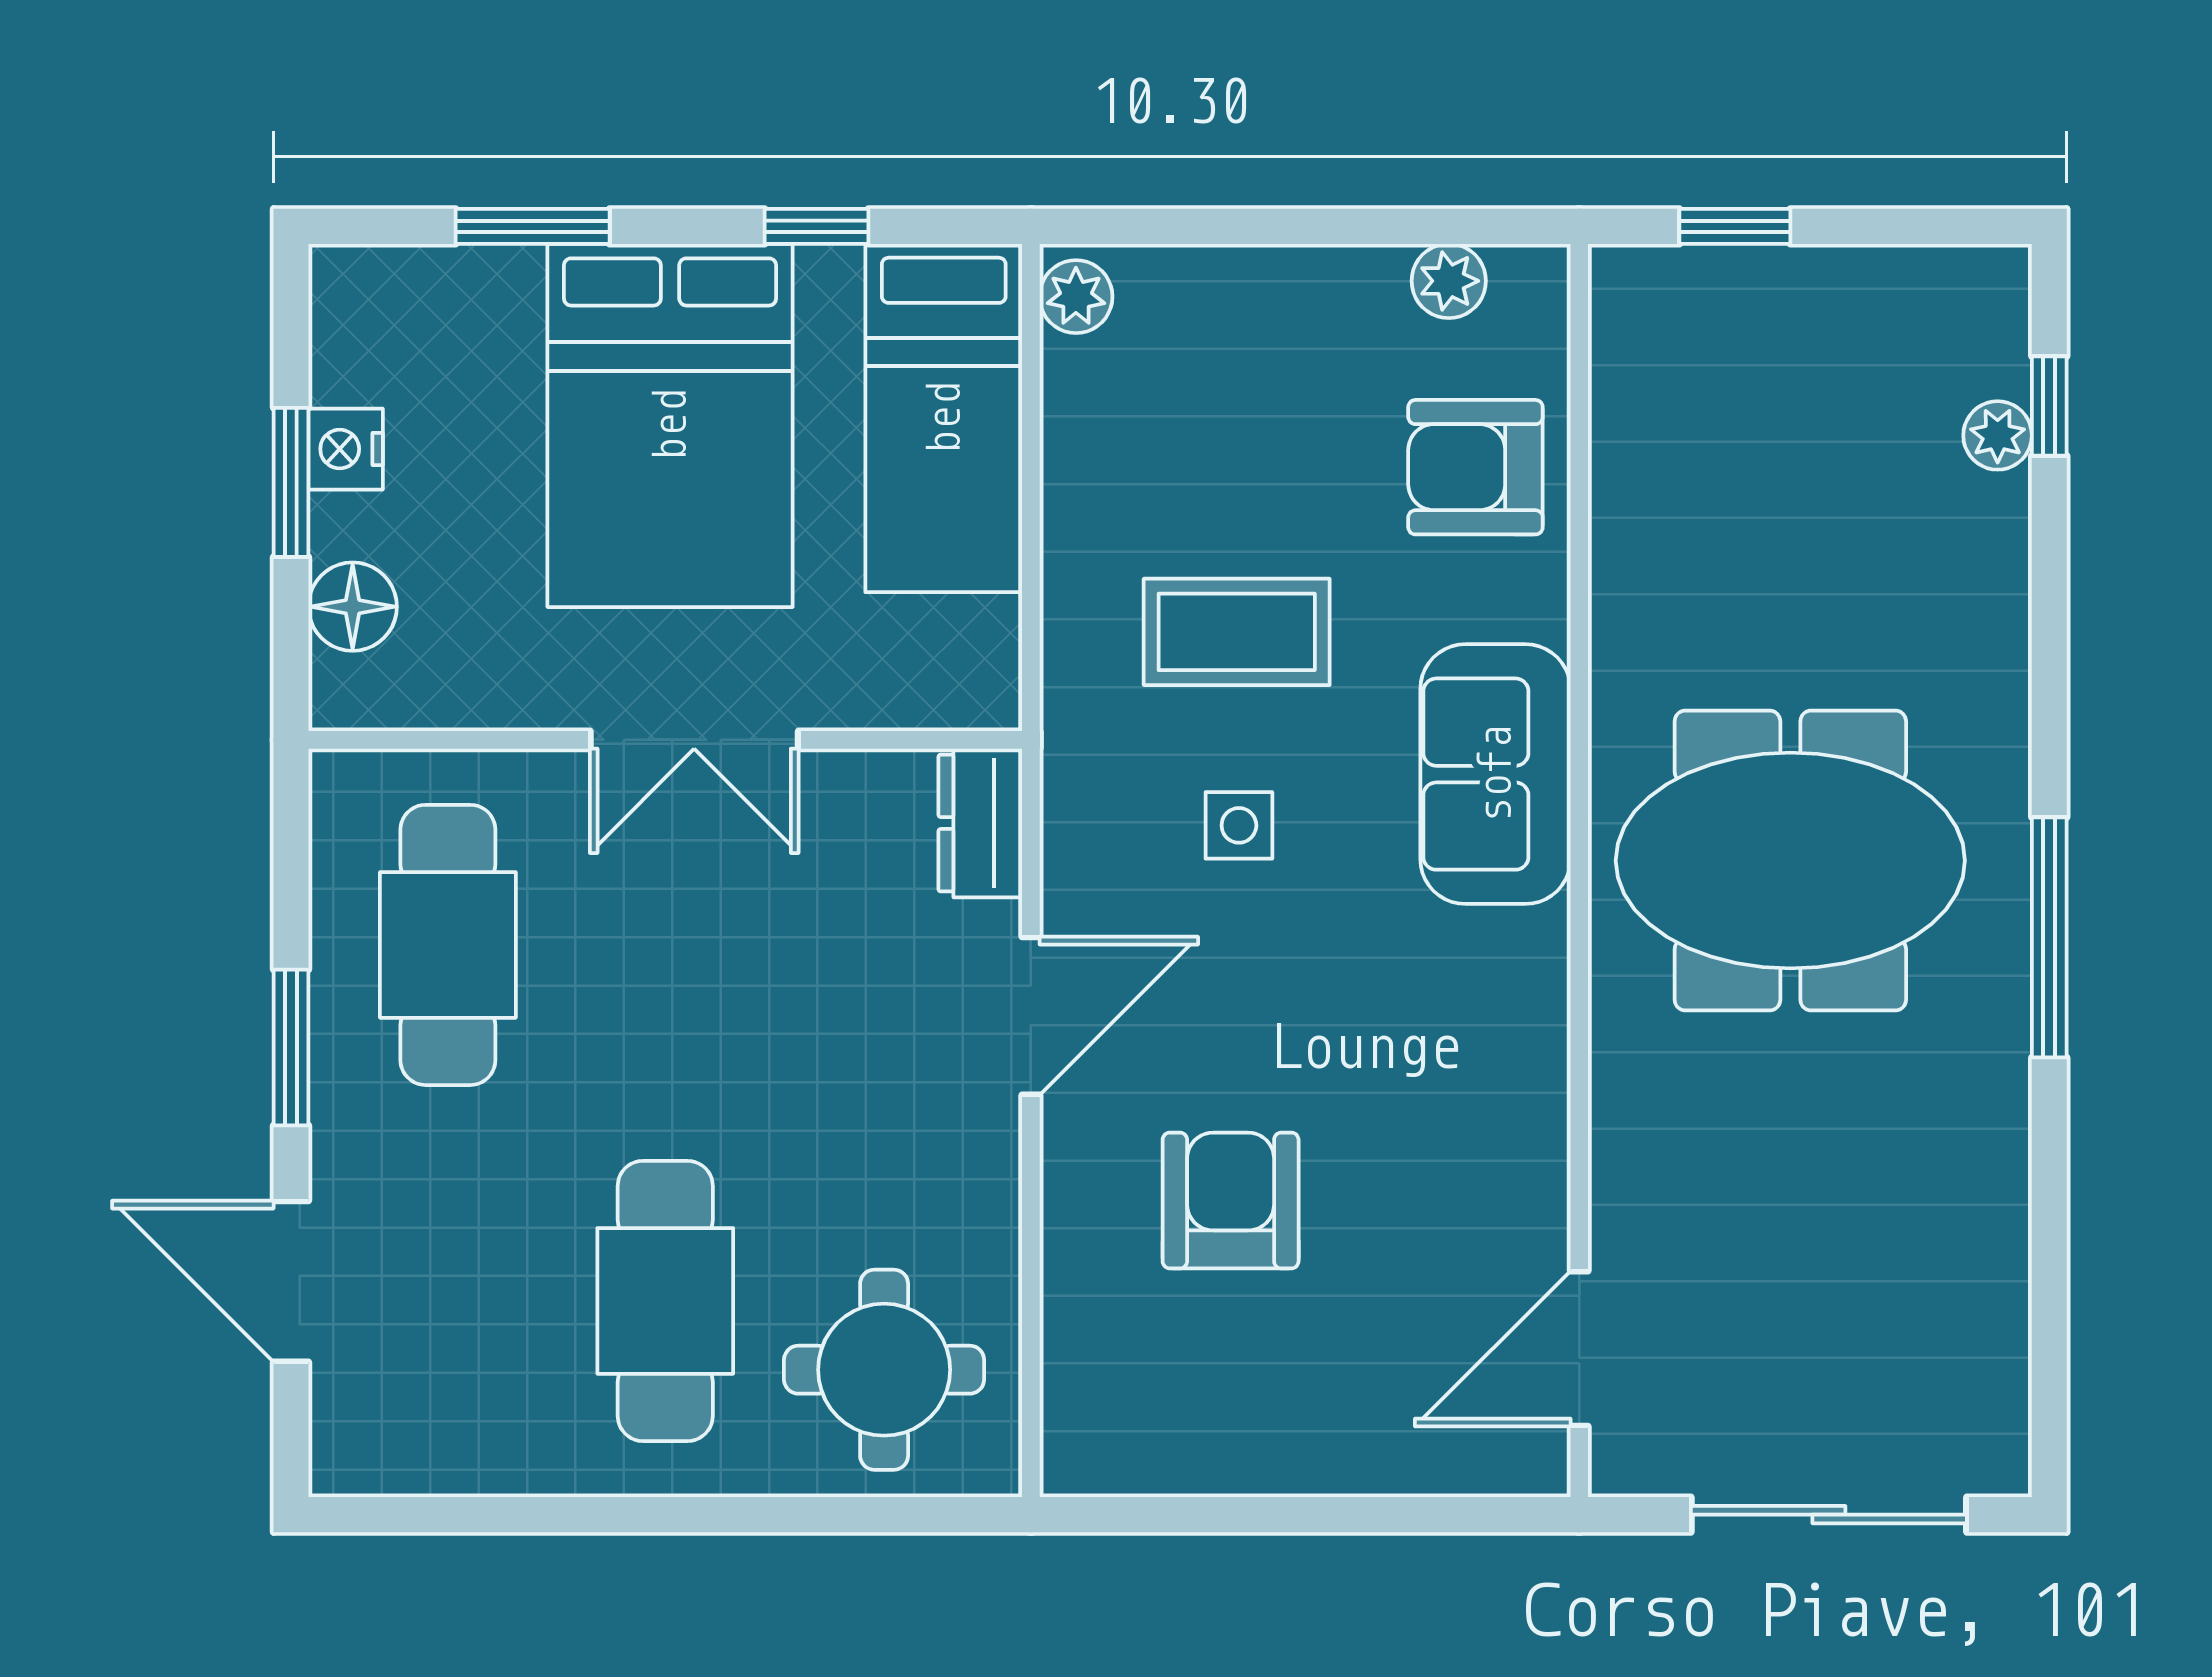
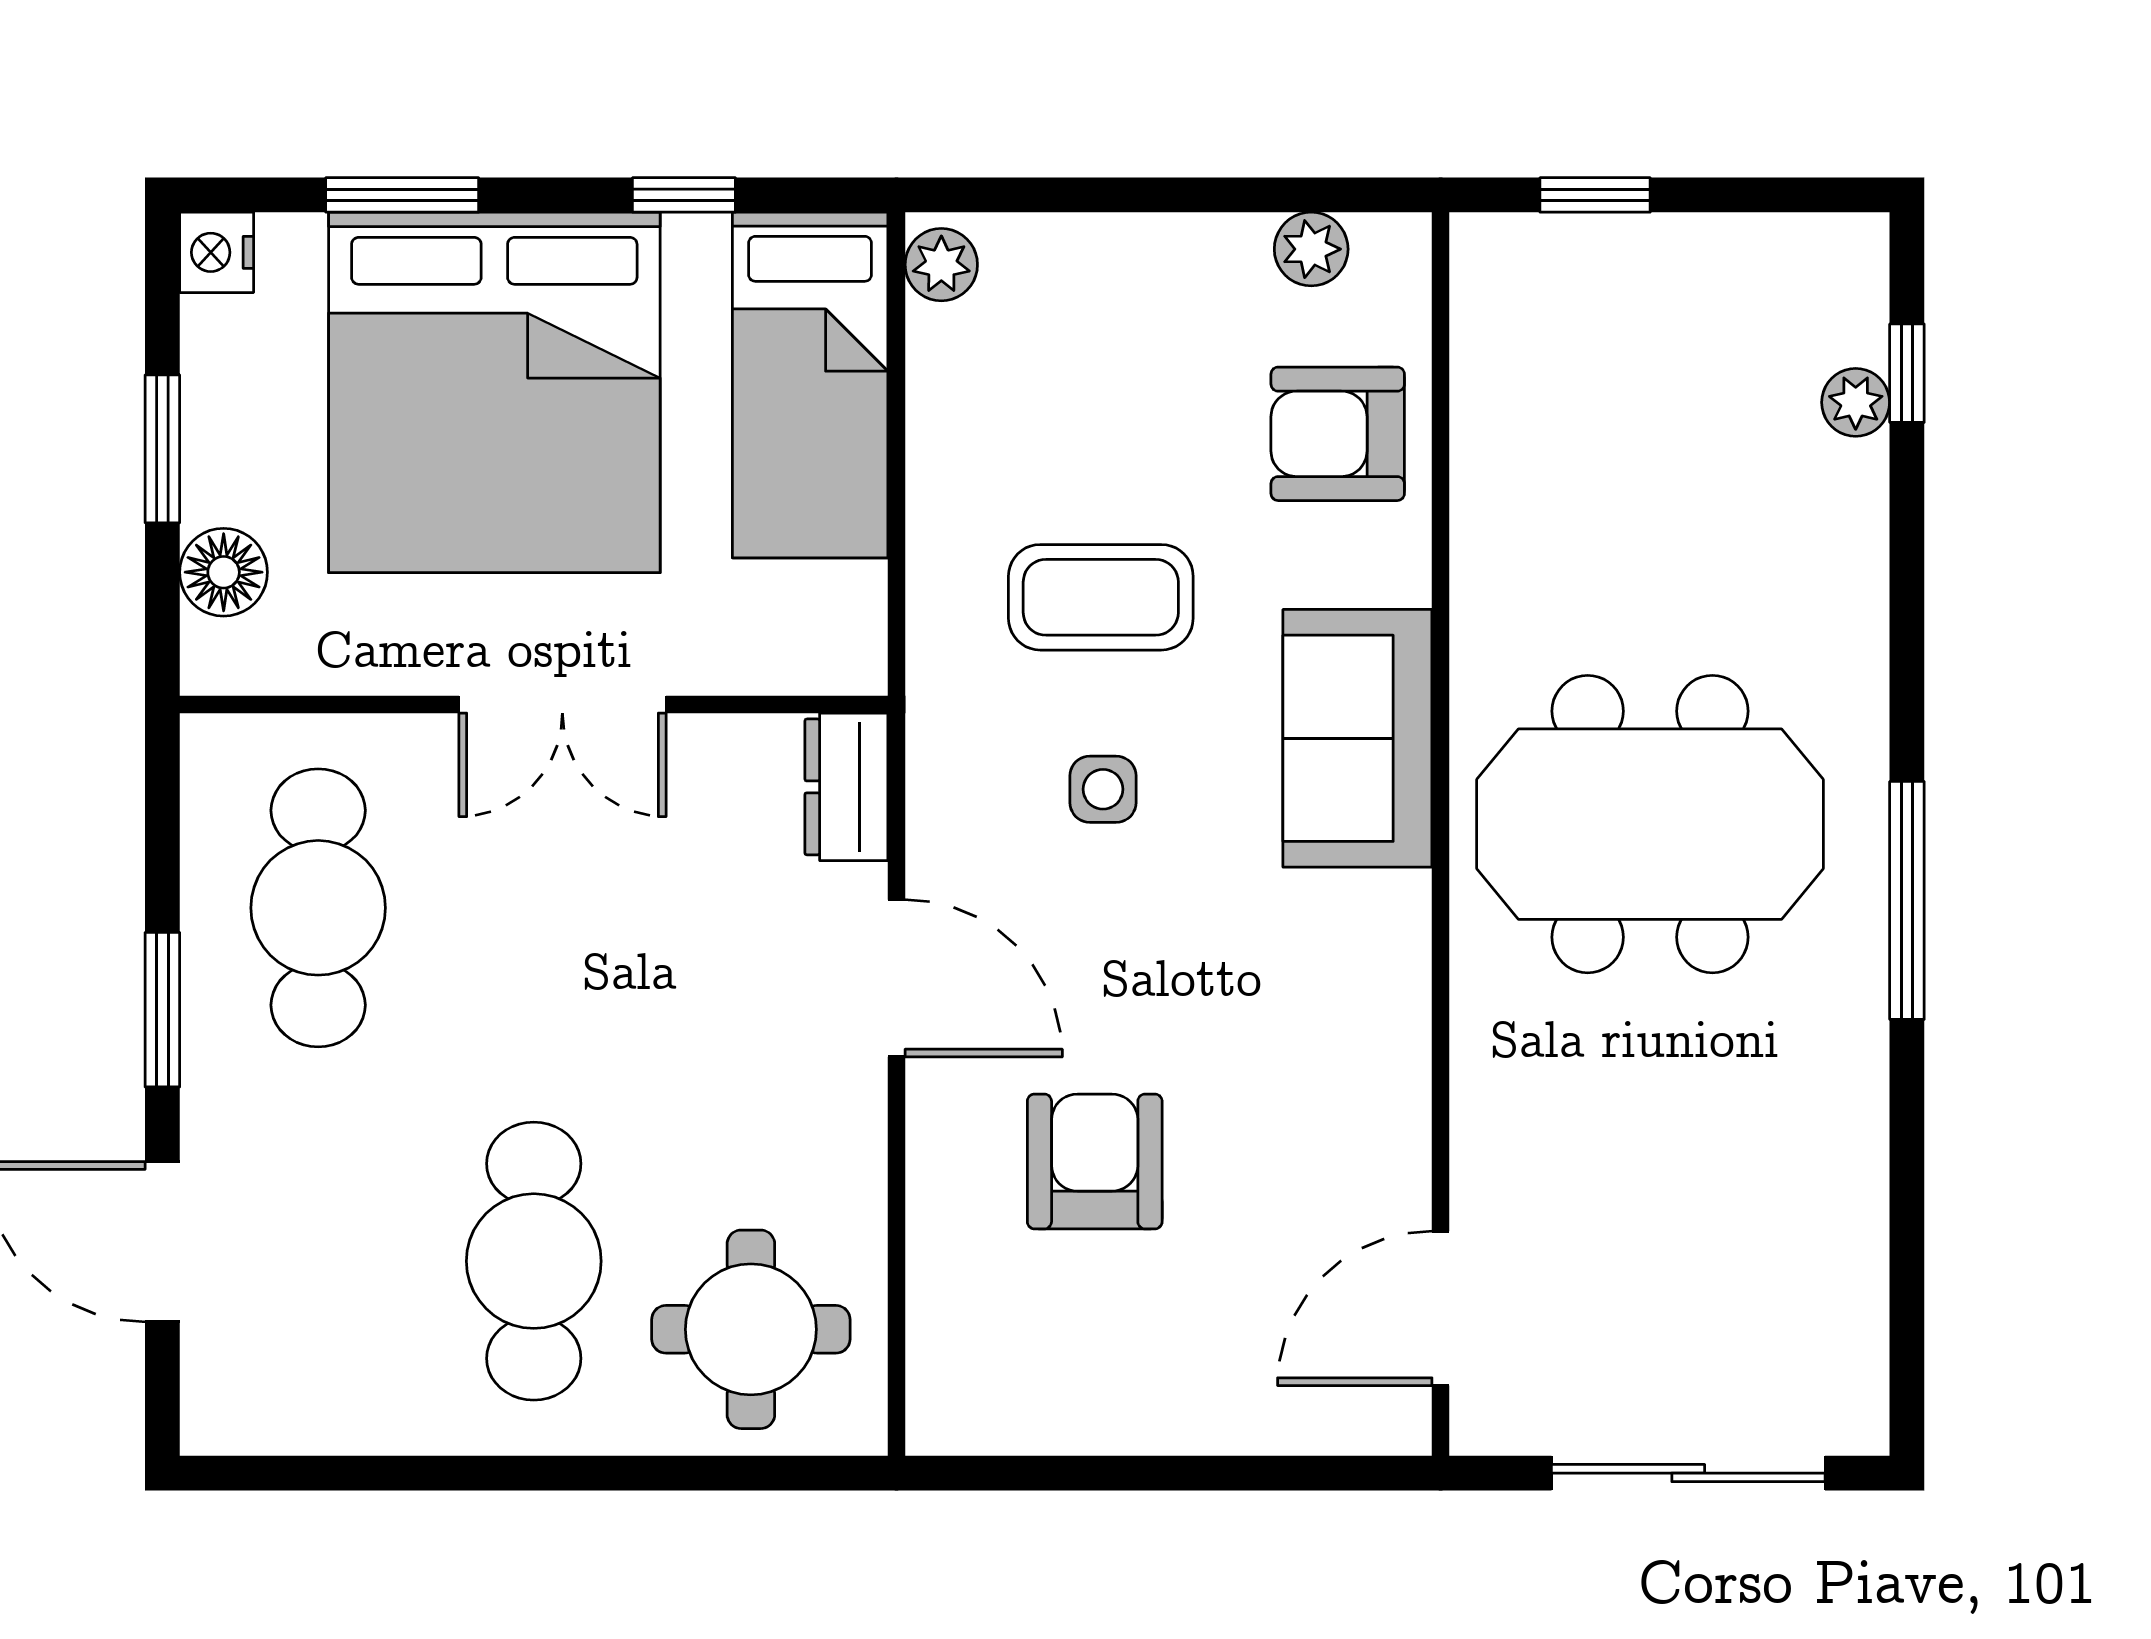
bed: (670, 425) -> (494, 392), width x1.36
nightstand: (346, 449) -> (217, 252), moved
door: (1031, 1016) -> (896, 978), hinge flipped

